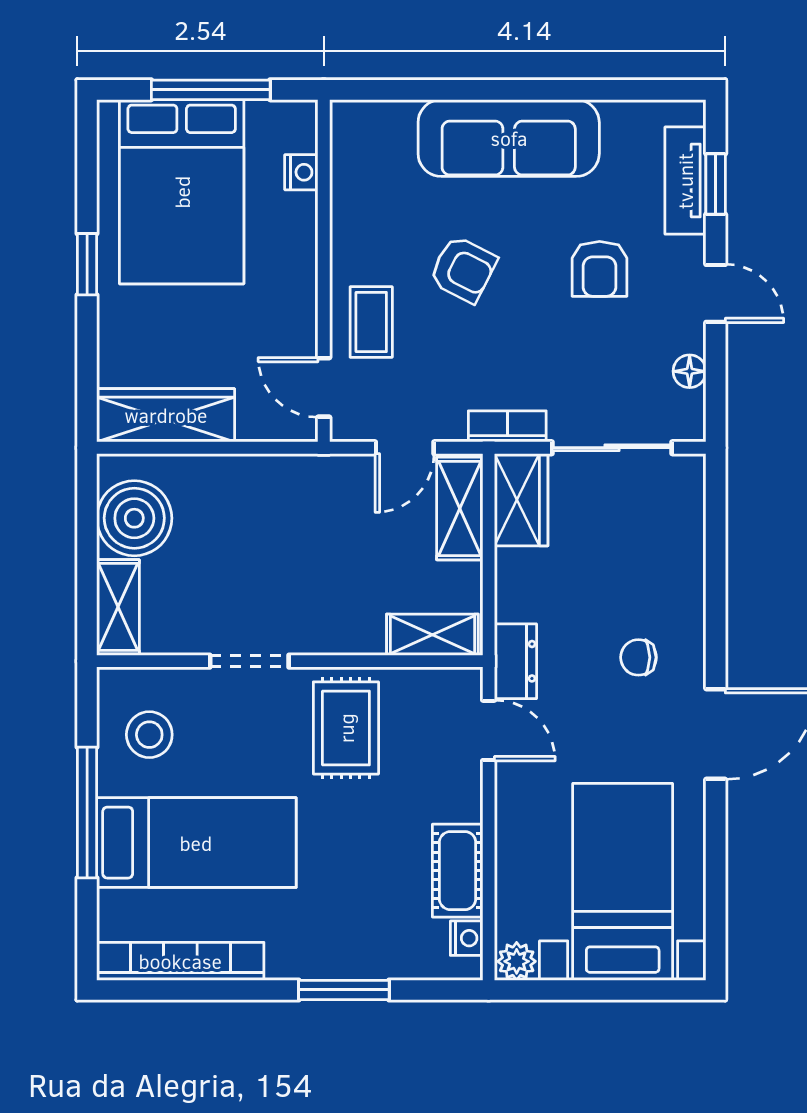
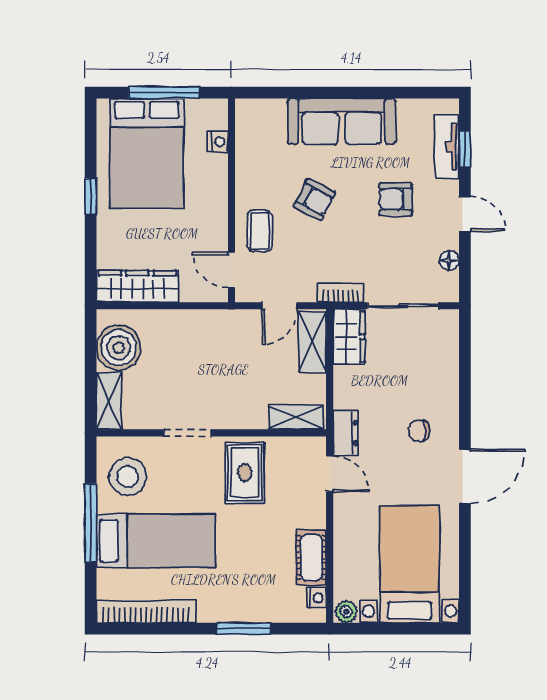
armchair: (600, 269) -> (396, 199), turned 90
stool: (149, 735) -> (128, 477), width x1.38, depth x1.38

